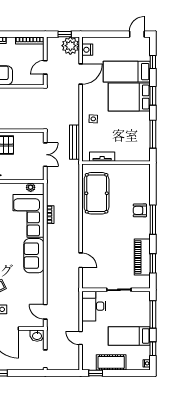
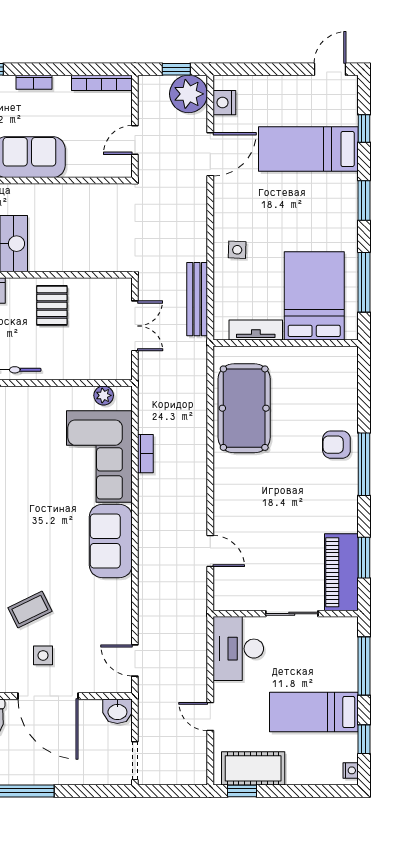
bed: (129, 97) -> (314, 296), moved, turned 90
piano: (142, 257) -> (341, 572), moved
cot: (111, 362) -> (253, 768), moved

